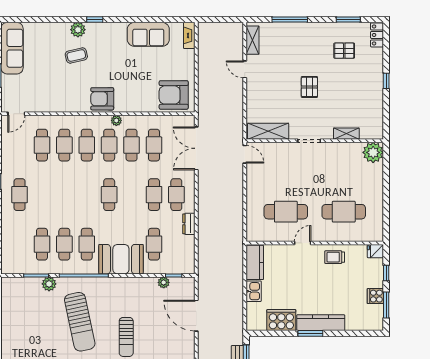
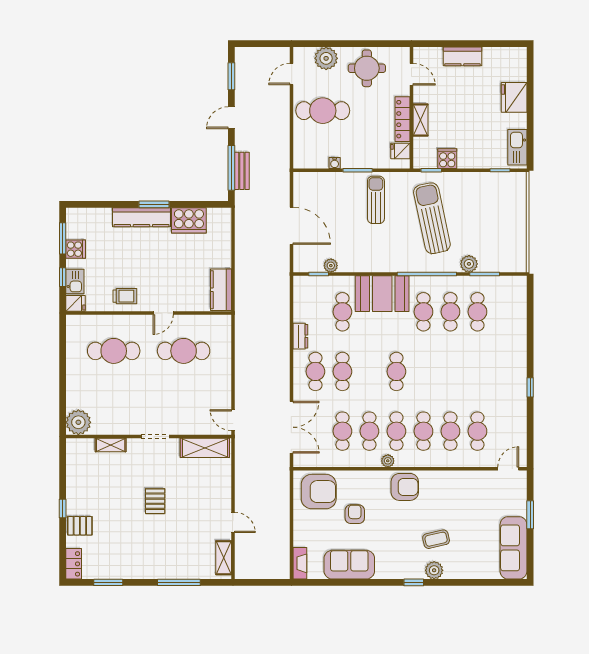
pallet: (344, 51) -> (80, 526), moved
armchair: (144, 76) -> (355, 514), added
cafe table: (20, 195) -> (504, 371), removed
kitchen sink: (254, 291) -> (75, 281), moved, turned 180

